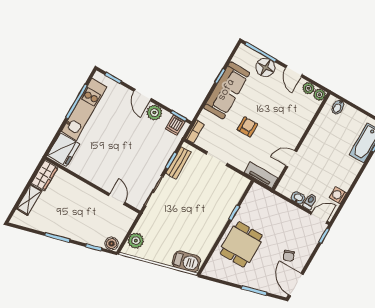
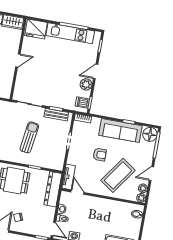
floor lamp: (265, 67) -> (150, 134), moved
coffee table: (281, 113) -> (118, 175), added
door: (291, 159) -> (77, 192), moved
door: (117, 199) -> (18, 60), moved
dresser: (269, 200) -> (53, 189), added
sun lounger: (195, 206) -> (29, 137), added

